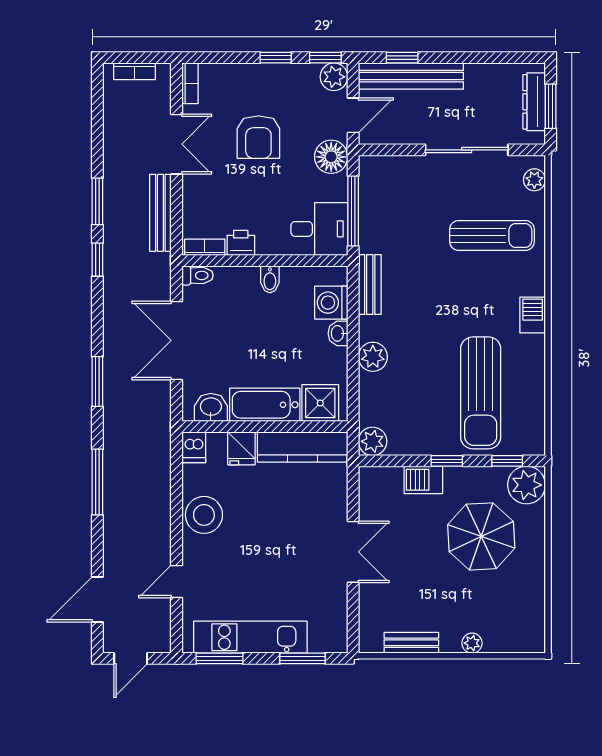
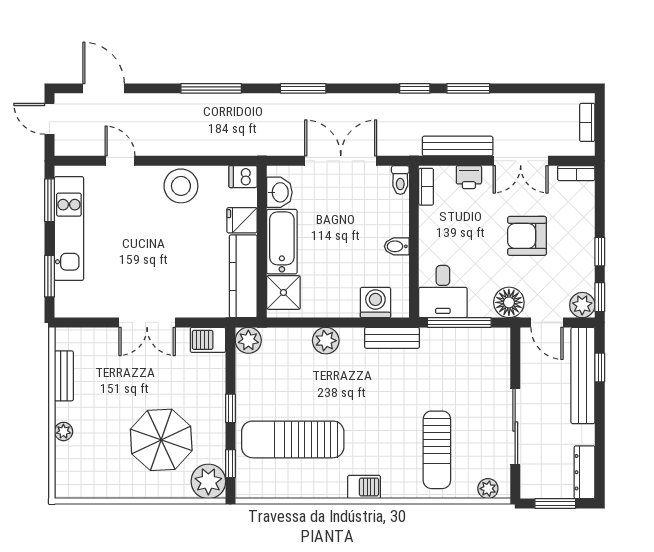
dresser: (534, 102) -> (585, 472), moved, turned -90
printer: (241, 243) -> (469, 177), moved, turned 90
washbasin: (338, 333) -> (347, 309), removed
barbecue: (423, 480) -> (208, 340), moved, turned -90

